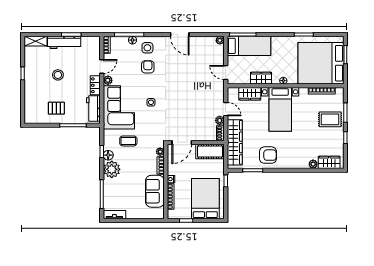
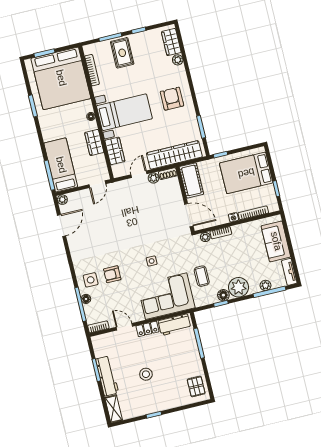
door: (180, 34) -> (62, 226), moved
plant: (108, 80) -> (265, 285), moved
pallet: (56, 108) -> (196, 386), moved
armchair: (268, 155) -> (172, 99), moved
sofa: (155, 191) -> (276, 241), moved, turned 90

